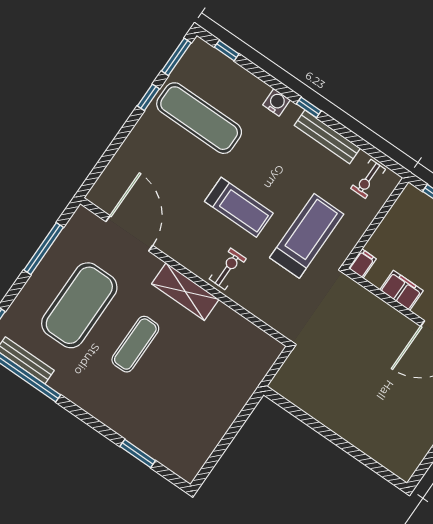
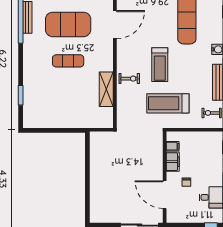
treadmill: (307, 236) -> (168, 103), turned 180
filing cabinet: (362, 264) -> (173, 146), moved
shelving: (185, 292) -> (106, 89), moved

